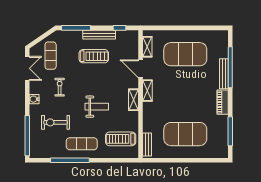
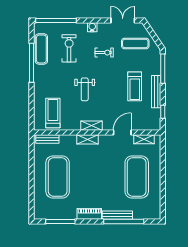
double door: (27, 68) -> (123, 20), swing flipped
shelving: (147, 91) -> (87, 139), moved
exercise mat: (82, 144) -> (41, 49), moved

